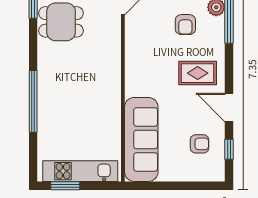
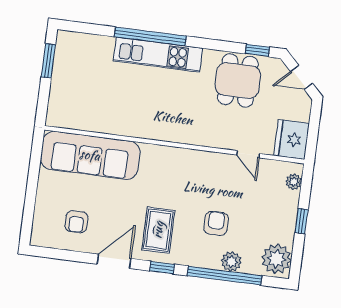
armchair: (185, 25) -> (216, 223), turned 90
window: (229, 149) -> (162, 268), moved
kitchen unit: (80, 171) -> (158, 55), moved, turned 90

